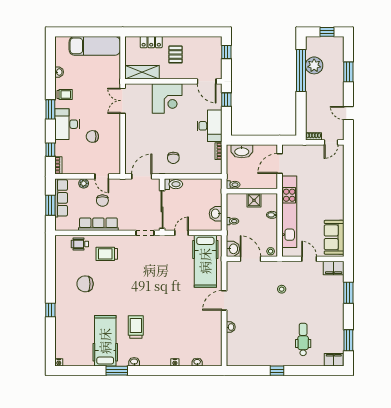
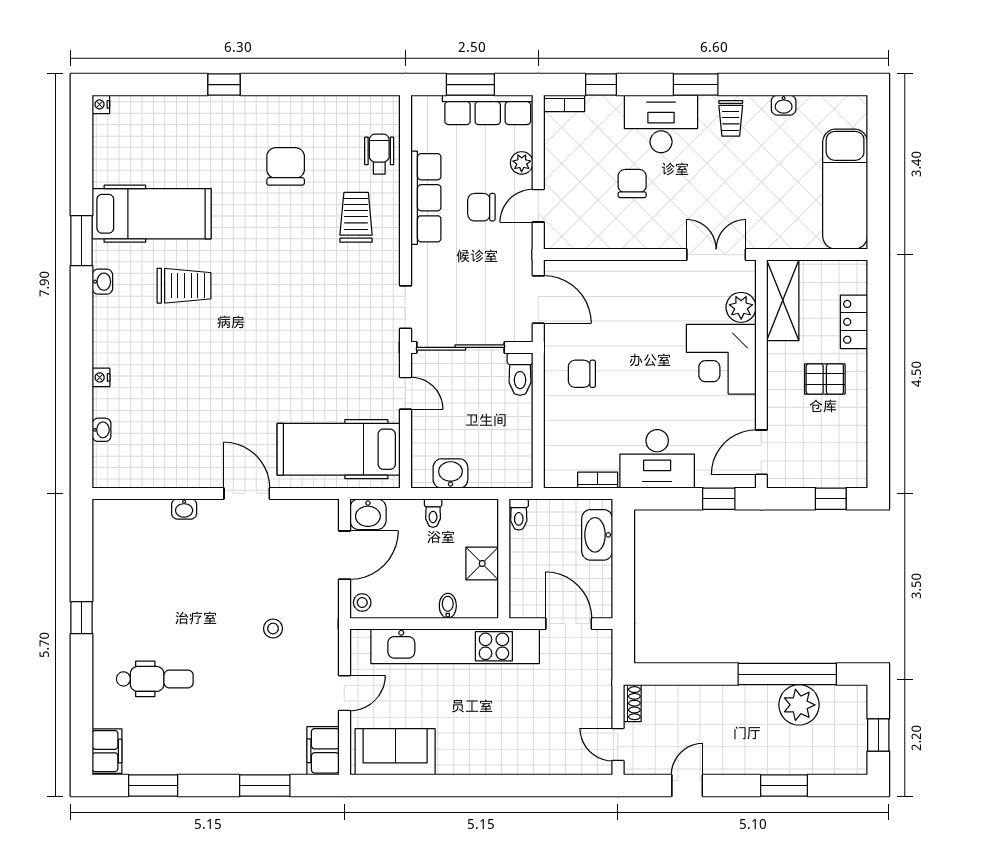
plant: (145, 90) -> (741, 307), added

